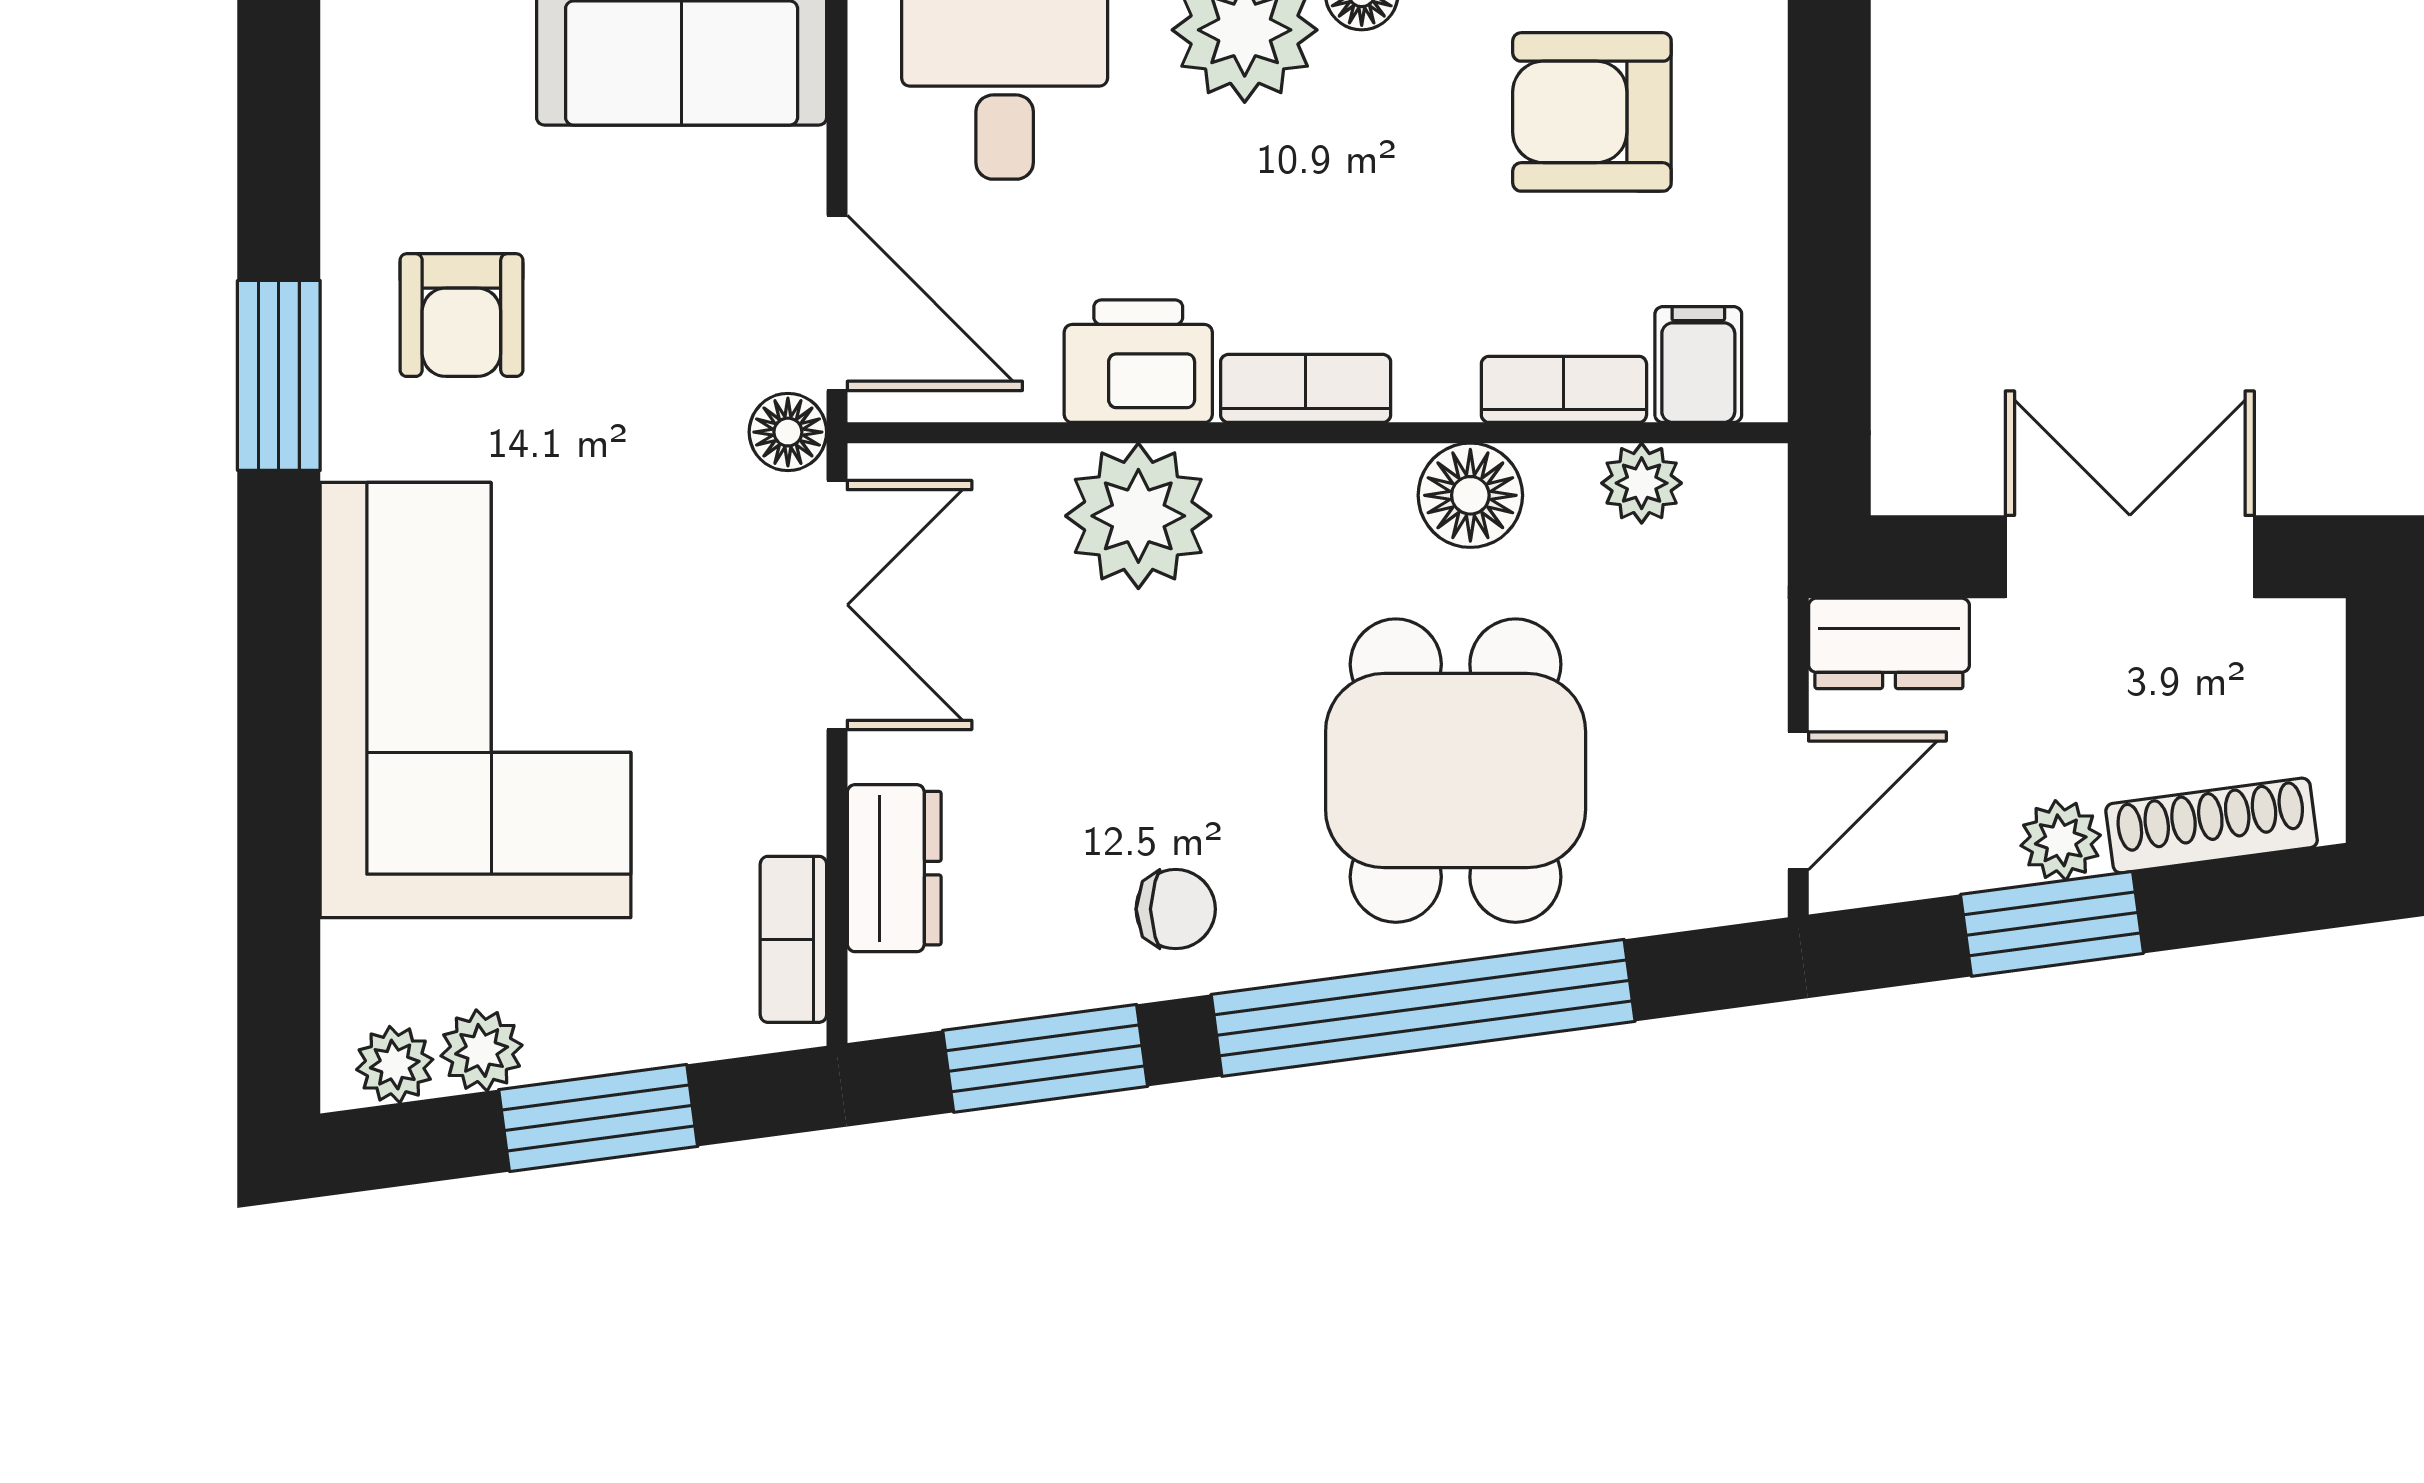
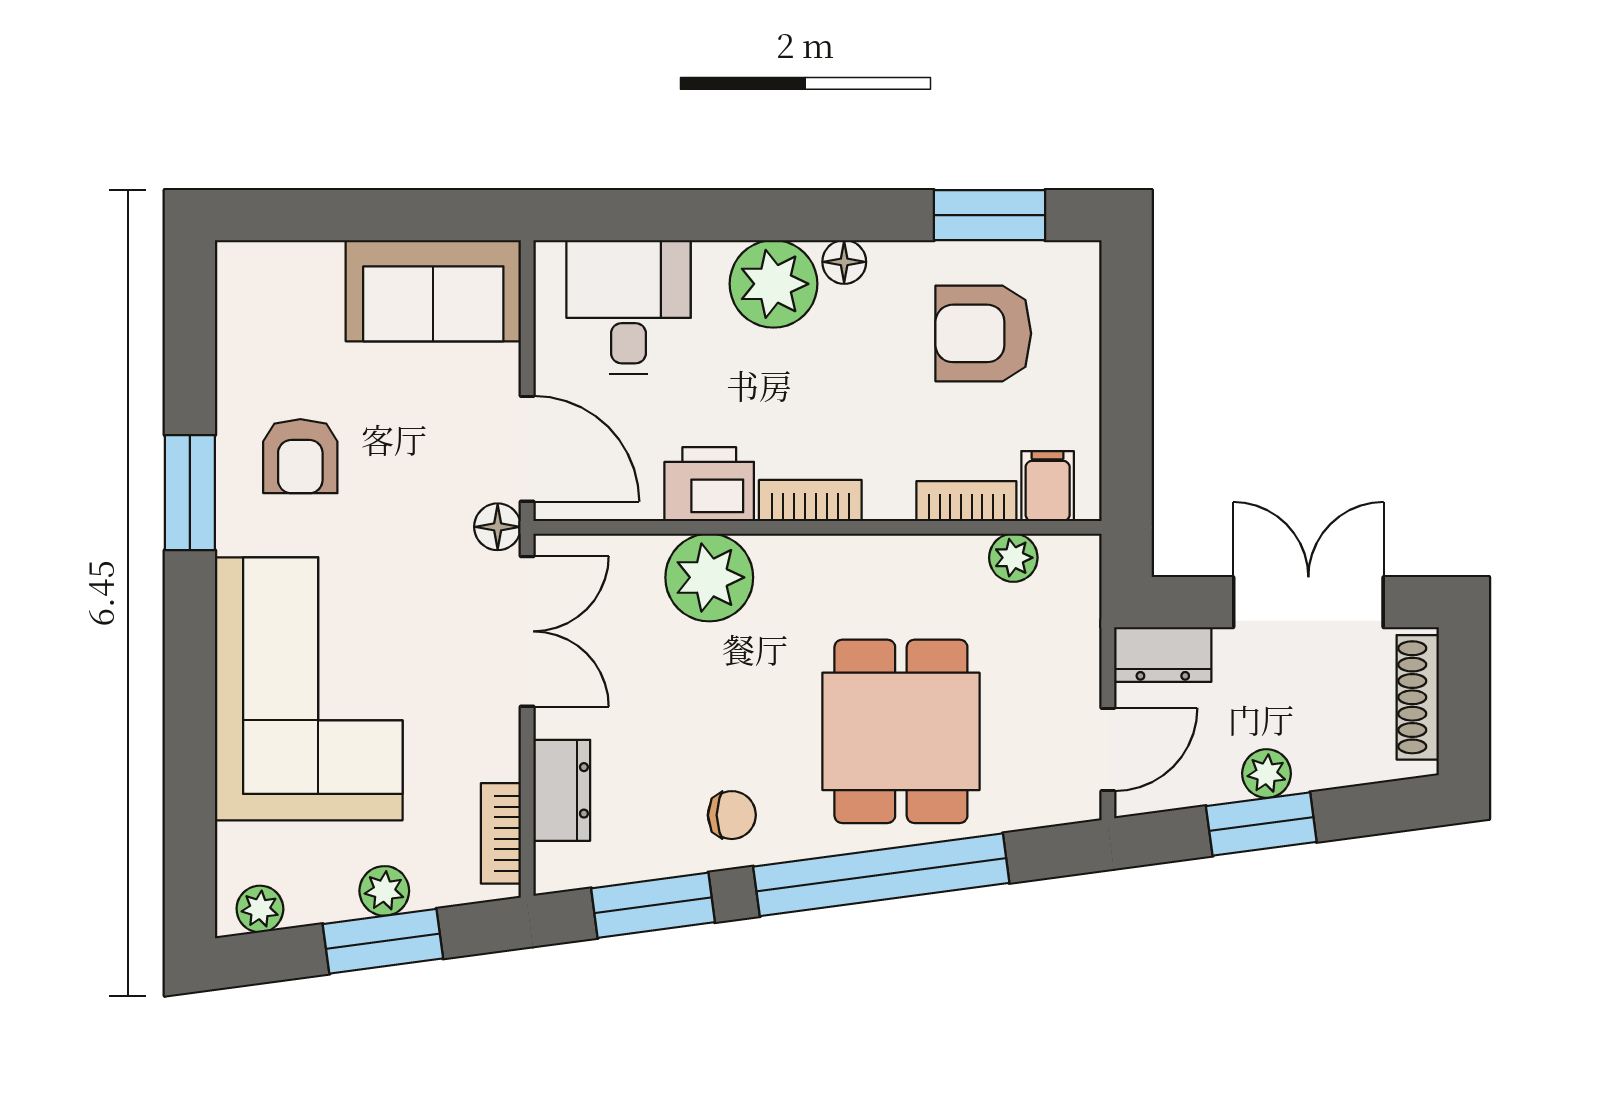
floor lamp: (1470, 495) -> (910, 565), removed
shoe rack: (2212, 826) -> (1418, 697), moved, turned -82
plant: (482, 1050) -> (384, 891), moved

